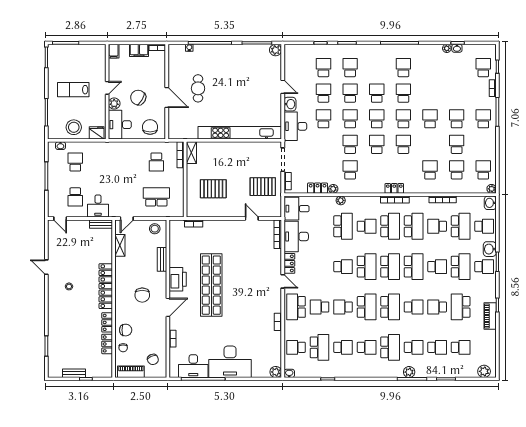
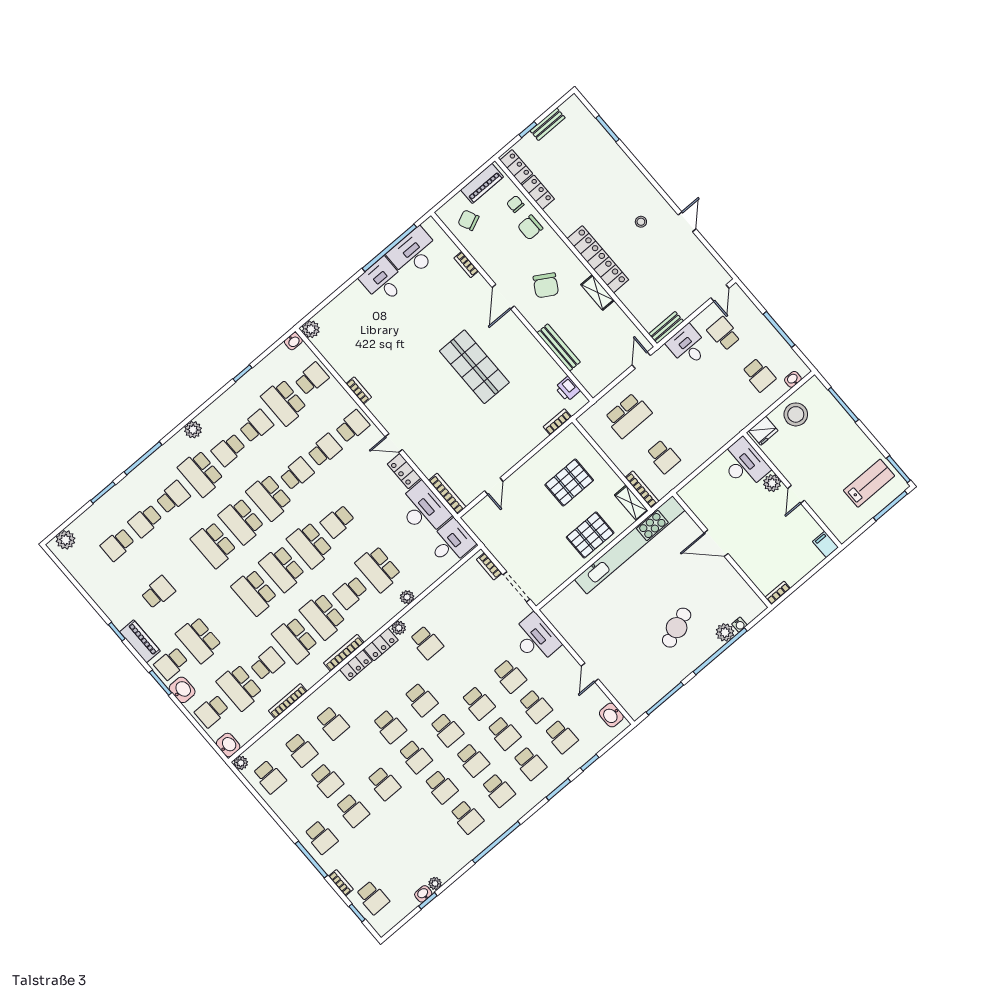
filing cabinet: (139, 50) -> (796, 571), removed
plant: (276, 50) -> (725, 632), moved
door: (283, 87) -> (590, 673), hinge flipped
cafe table: (198, 88) -> (677, 628), moved, turned 69
lab bench: (73, 90) -> (869, 483), moved
chair: (138, 97) -> (750, 514), removed
washbasin: (290, 104) -> (611, 715), moved
chair: (150, 127) -> (706, 492), removed
kitchen unit: (240, 133) -> (630, 545), moved
school desk: (350, 144) -> (498, 790), moved
school desk: (156, 162) -> (663, 457), turned 180
pallet: (263, 187) -> (590, 535), moved
locker: (318, 188) -> (381, 644), moved
plant: (333, 189) -> (399, 628), moved
door: (60, 218) -> (720, 293), swing flipped
door: (252, 218) -> (494, 486), hinge flipped
stool: (155, 229) -> (598, 376), removed
shelving: (120, 245) -> (598, 292), moved
bench: (162, 259) -> (559, 347), width x1.36
door: (46, 267) -> (687, 222), hinge flipped
school desk: (437, 267) -> (227, 616), removed
printer: (178, 279) -> (568, 389), moved, width x0.53, depth x0.68
shop shelf: (211, 285) -> (474, 367), width x0.71
chair: (142, 295) -> (546, 285), turned -149
school desk: (296, 307) -> (352, 426), width x0.54
school desk: (414, 307) -> (214, 545), width x1.85
school desk: (437, 307) -> (186, 569), removed
school desk: (461, 307) -> (158, 592), width x0.54
piano: (490, 316) -> (140, 641), moved
locker: (107, 322) -> (516, 167), moved
school desk: (343, 347) -> (256, 426), turned 180
school desk: (414, 347) -> (173, 497), turned 180
desk: (230, 362) -> (383, 281), width x0.53, depth x0.77
plant: (409, 372) -> (193, 430), moved

